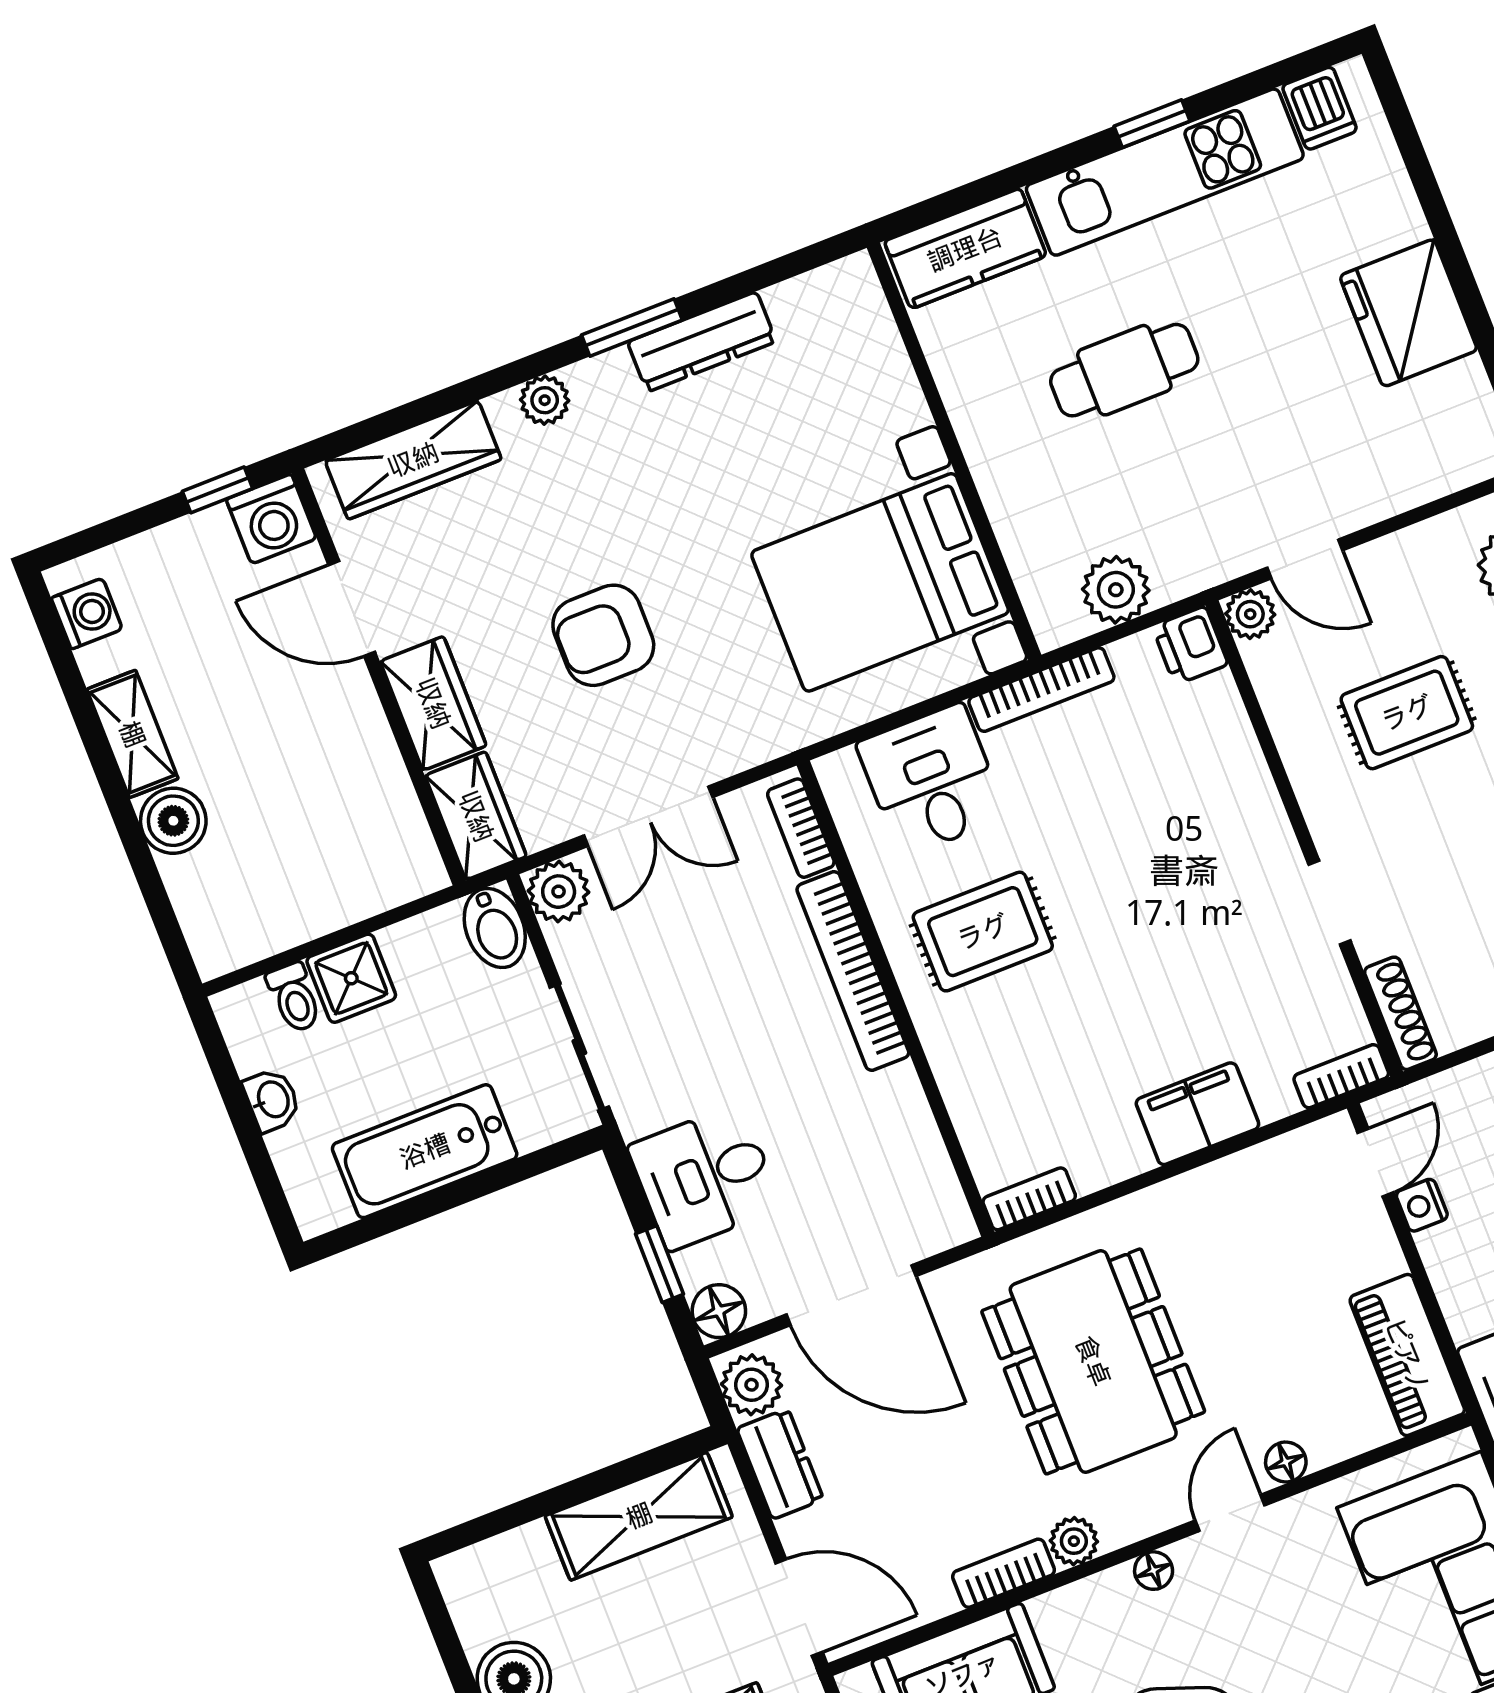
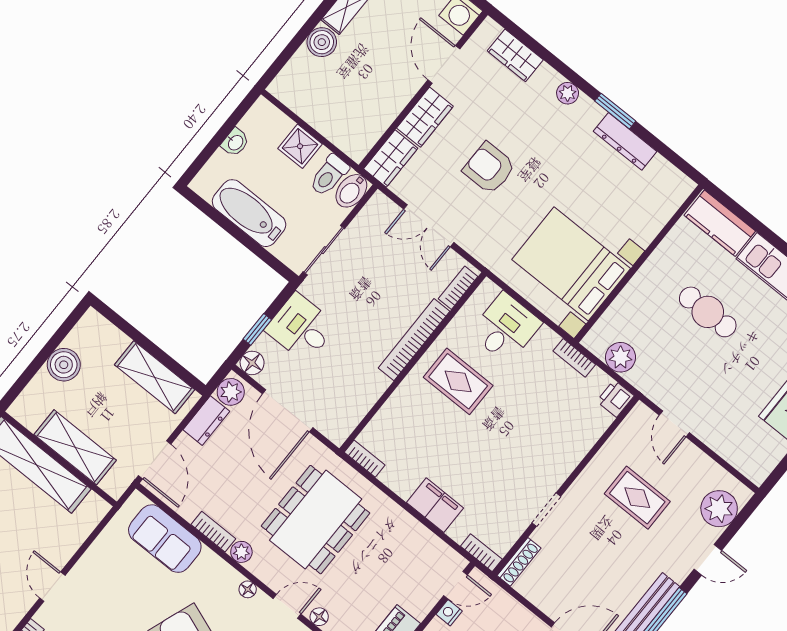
wardrobe: (413, 460) -> (515, 55), width x0.67
plant: (1250, 614) -> (641, 415), removed
bookcase: (1041, 690) -> (574, 358), width x0.64
plant: (559, 892) -> (380, 208), removed
toilet: (294, 998) -> (329, 175), moved, width x1.37, depth x1.39

